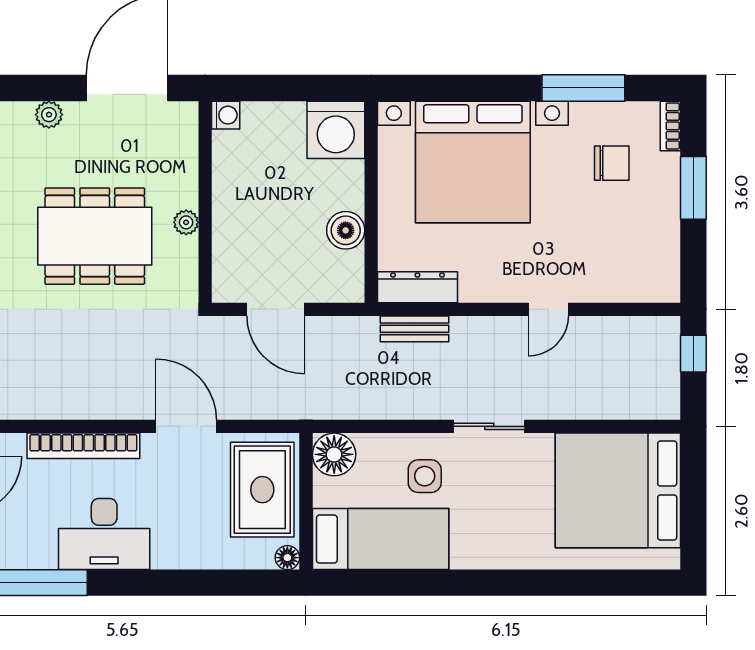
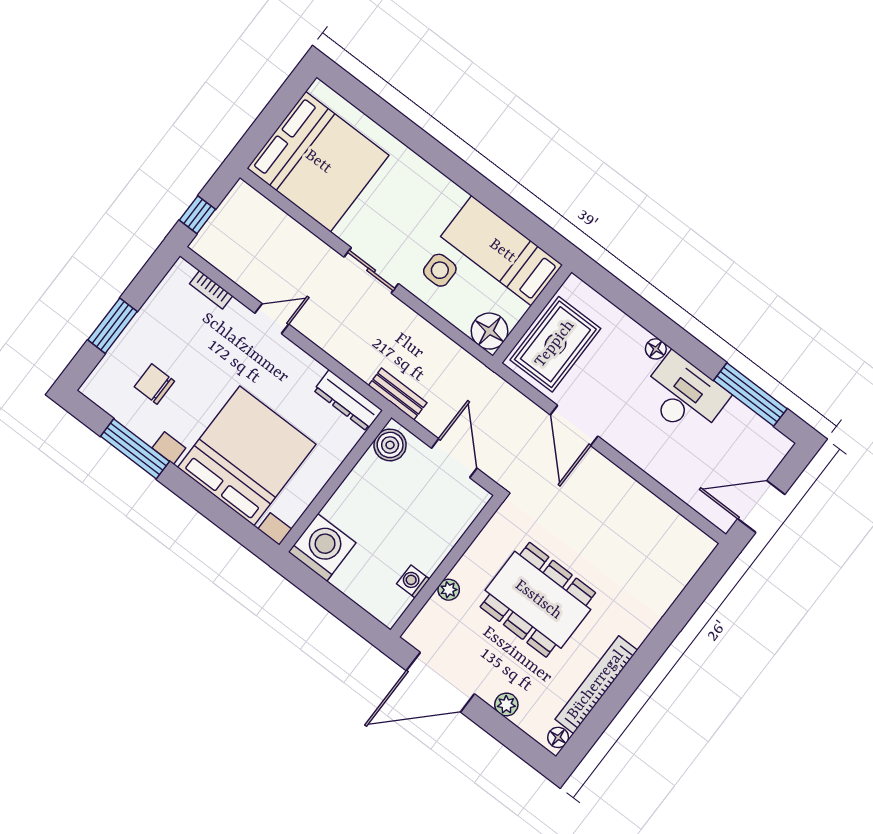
washing machine: (226, 115) -> (413, 581), moved
bookcase: (670, 126) -> (211, 290), moved, turned 90
plant: (186, 222) -> (449, 590), moved
boiler: (346, 230) -> (390, 445), moved
bench: (415, 329) -> (398, 394), moved
bookcase: (83, 446) -> (653, 465), removed
floor lamp: (287, 558) -> (656, 349), moved

